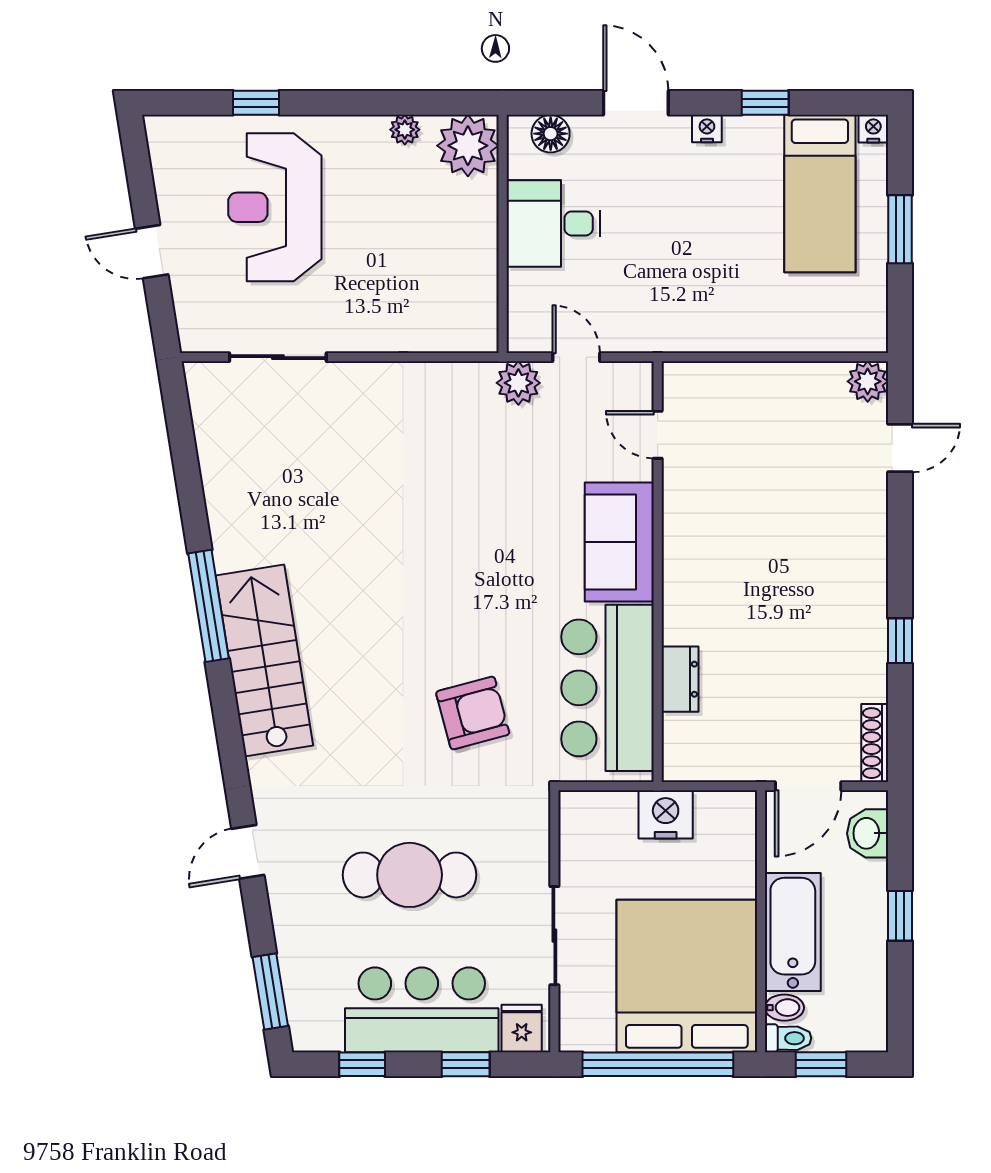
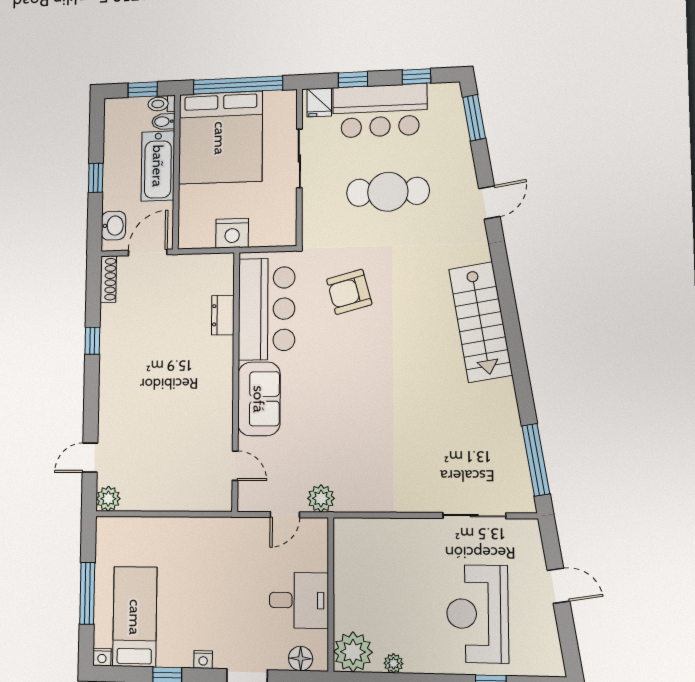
reception desk: (275, 207) -> (477, 614), turned 180
window: (900, 229) -> (87, 593), width x1.44
door: (576, 357) -> (285, 515), hinge flipped
window: (208, 606) -> (536, 460), moved

